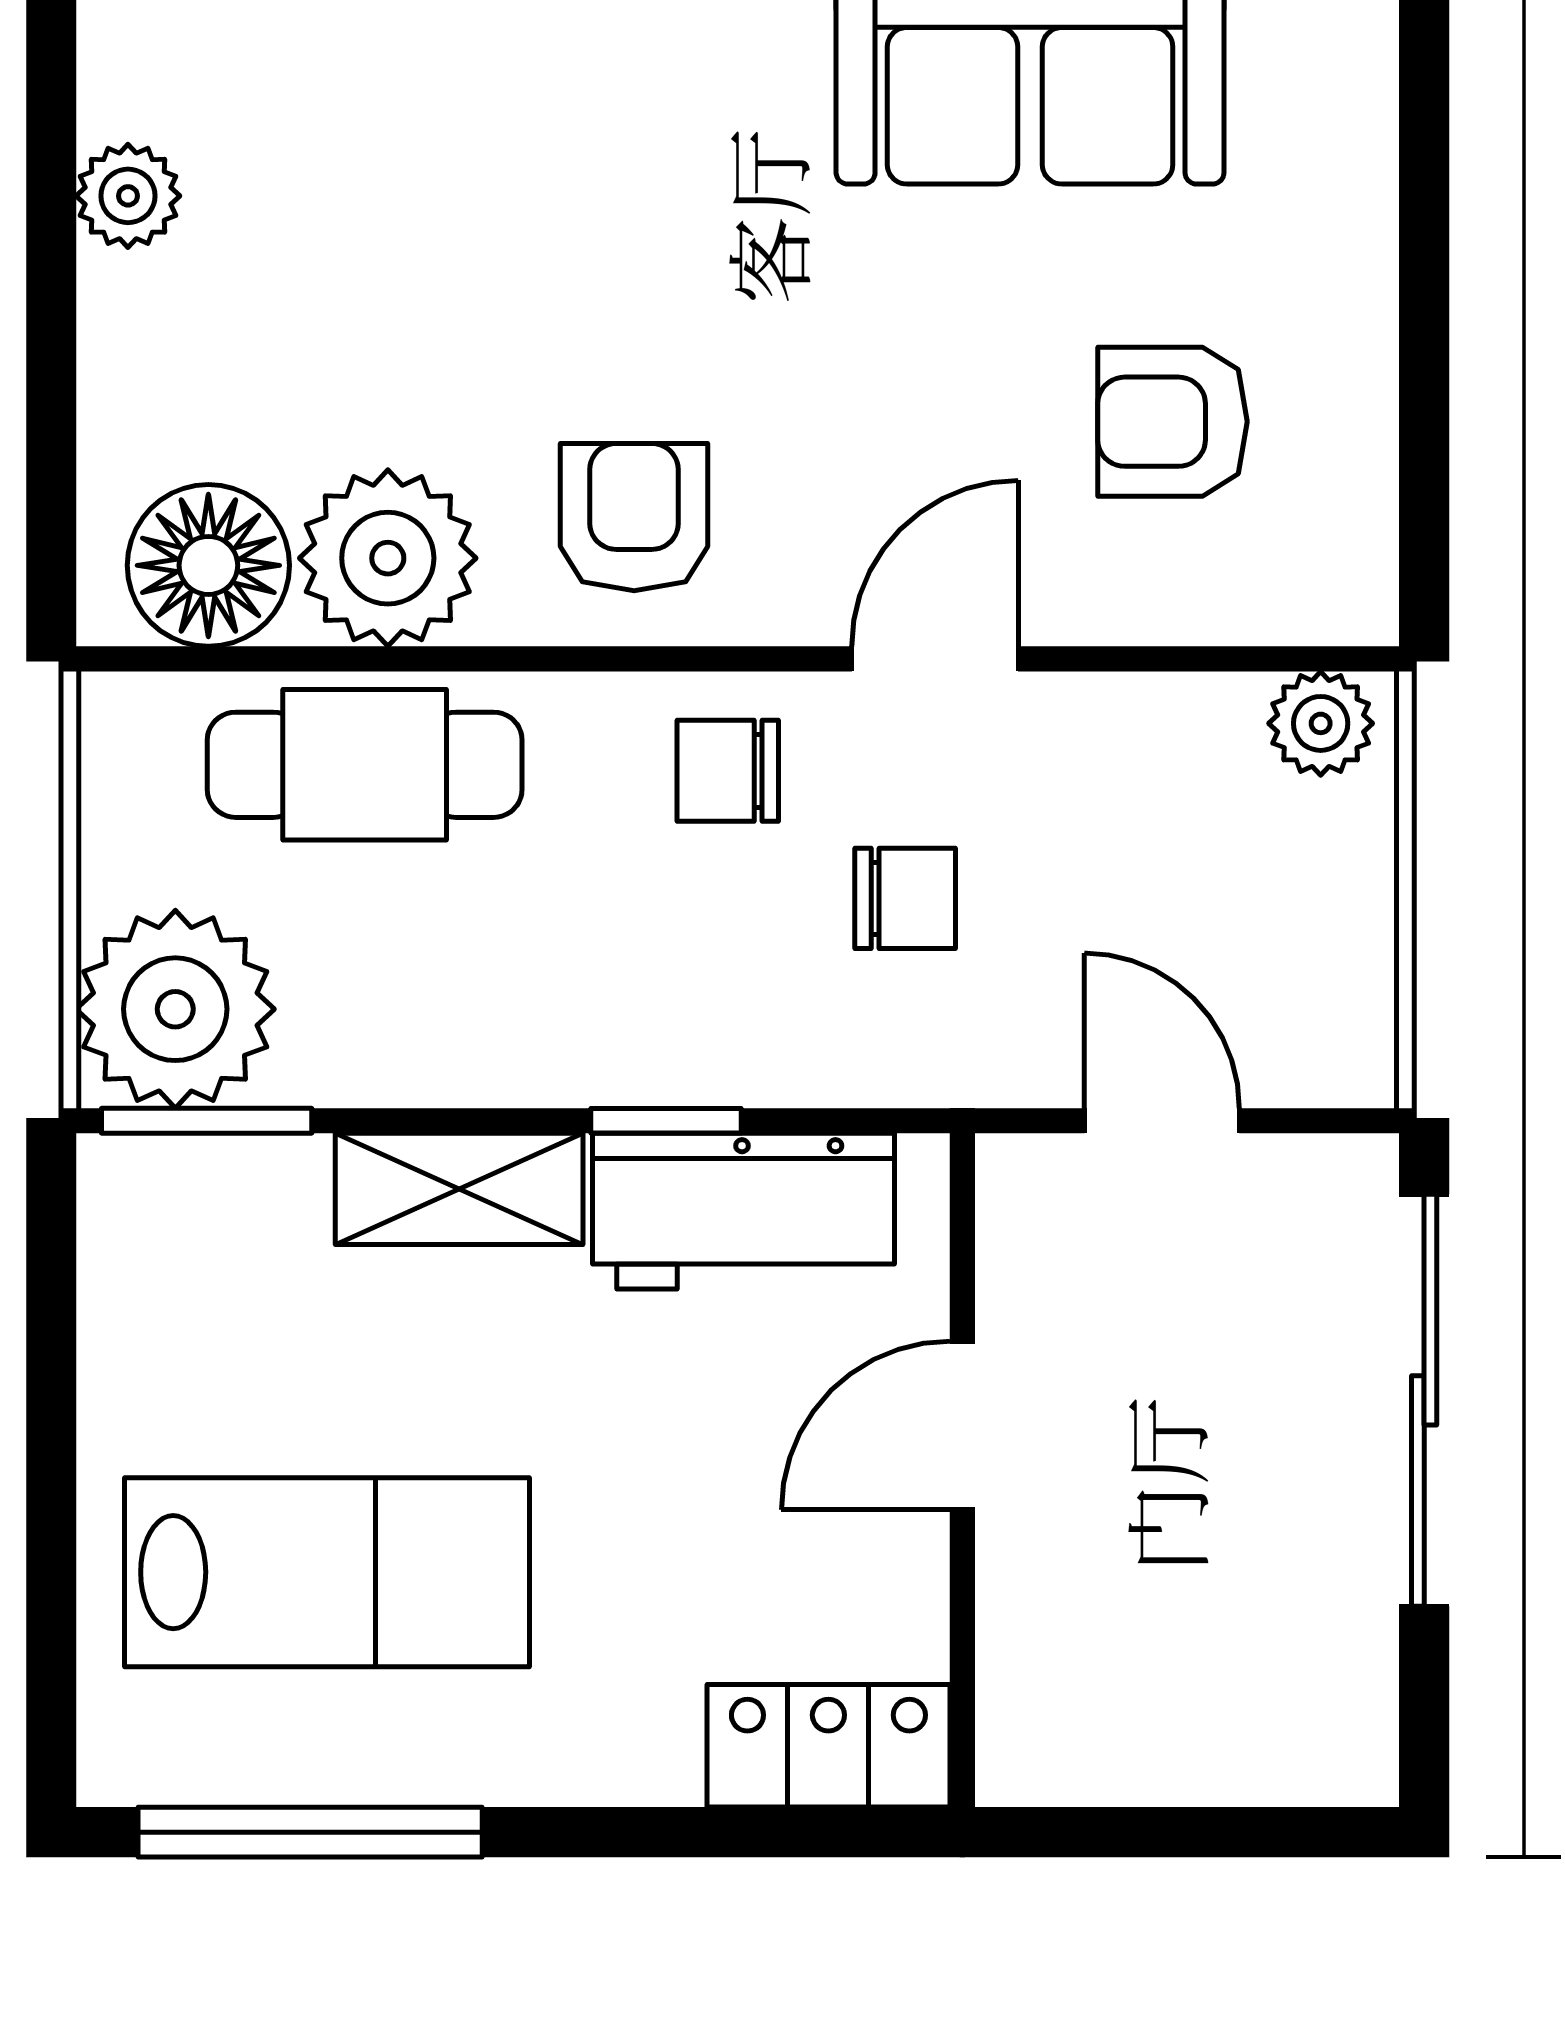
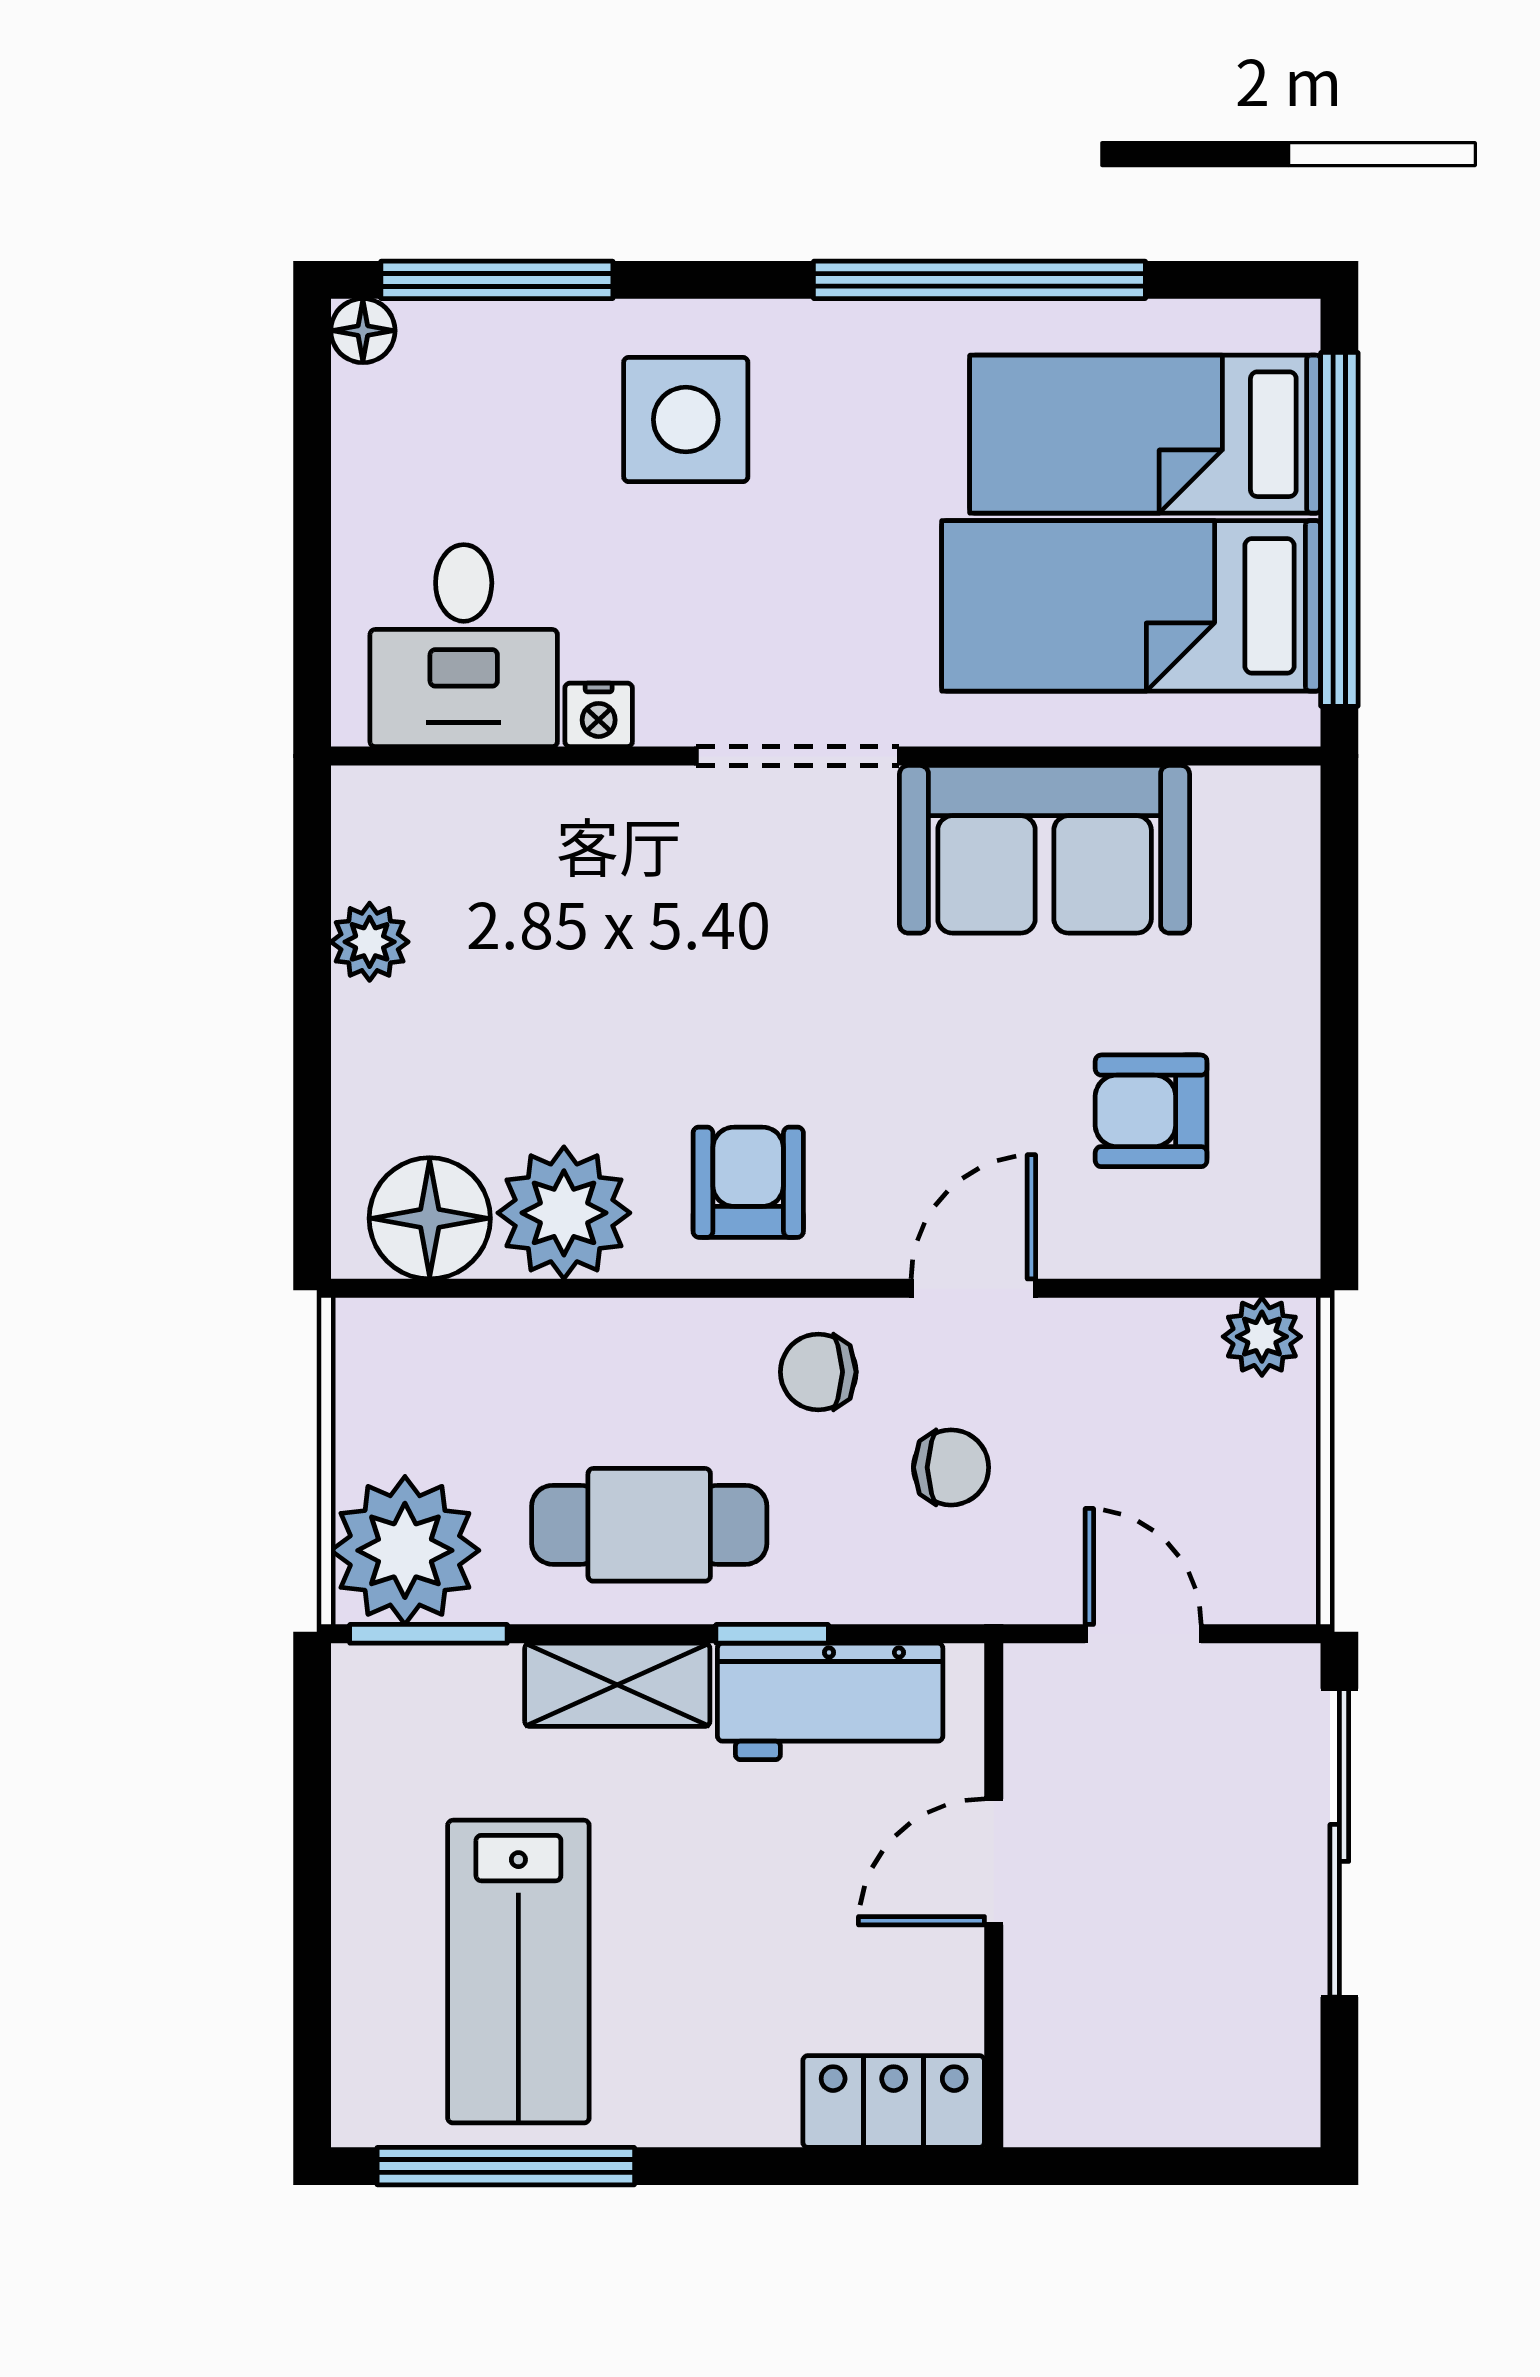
cafe table: (365, 765) -> (649, 1525), moved
lab bench: (327, 1572) -> (518, 1972), turned 90

